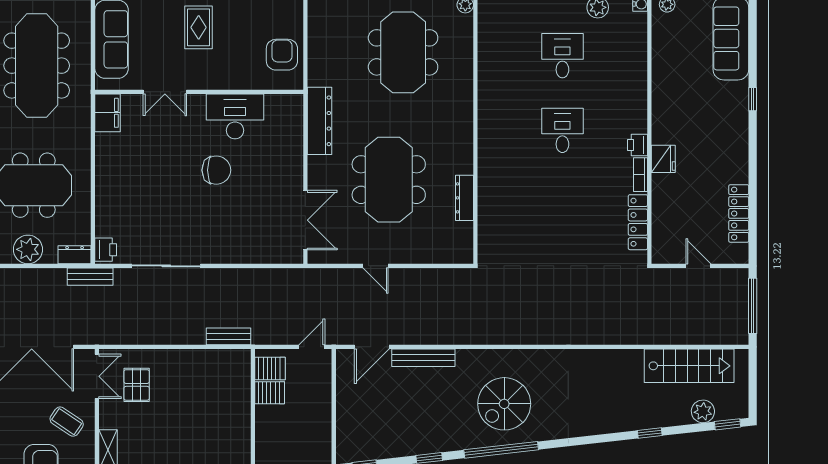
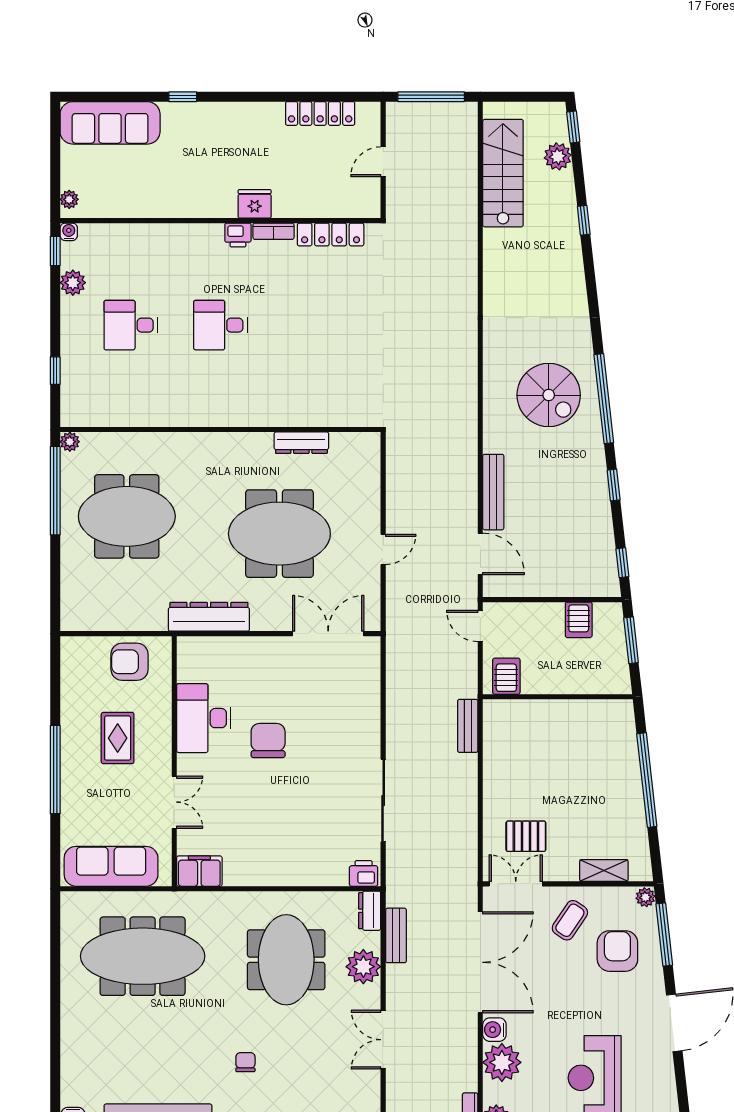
rug: (199, 27) -> (118, 738), moved, turned 90
bench: (90, 277) -> (396, 935), moved
server rack: (270, 393) -> (579, 620), moved, turned 180

